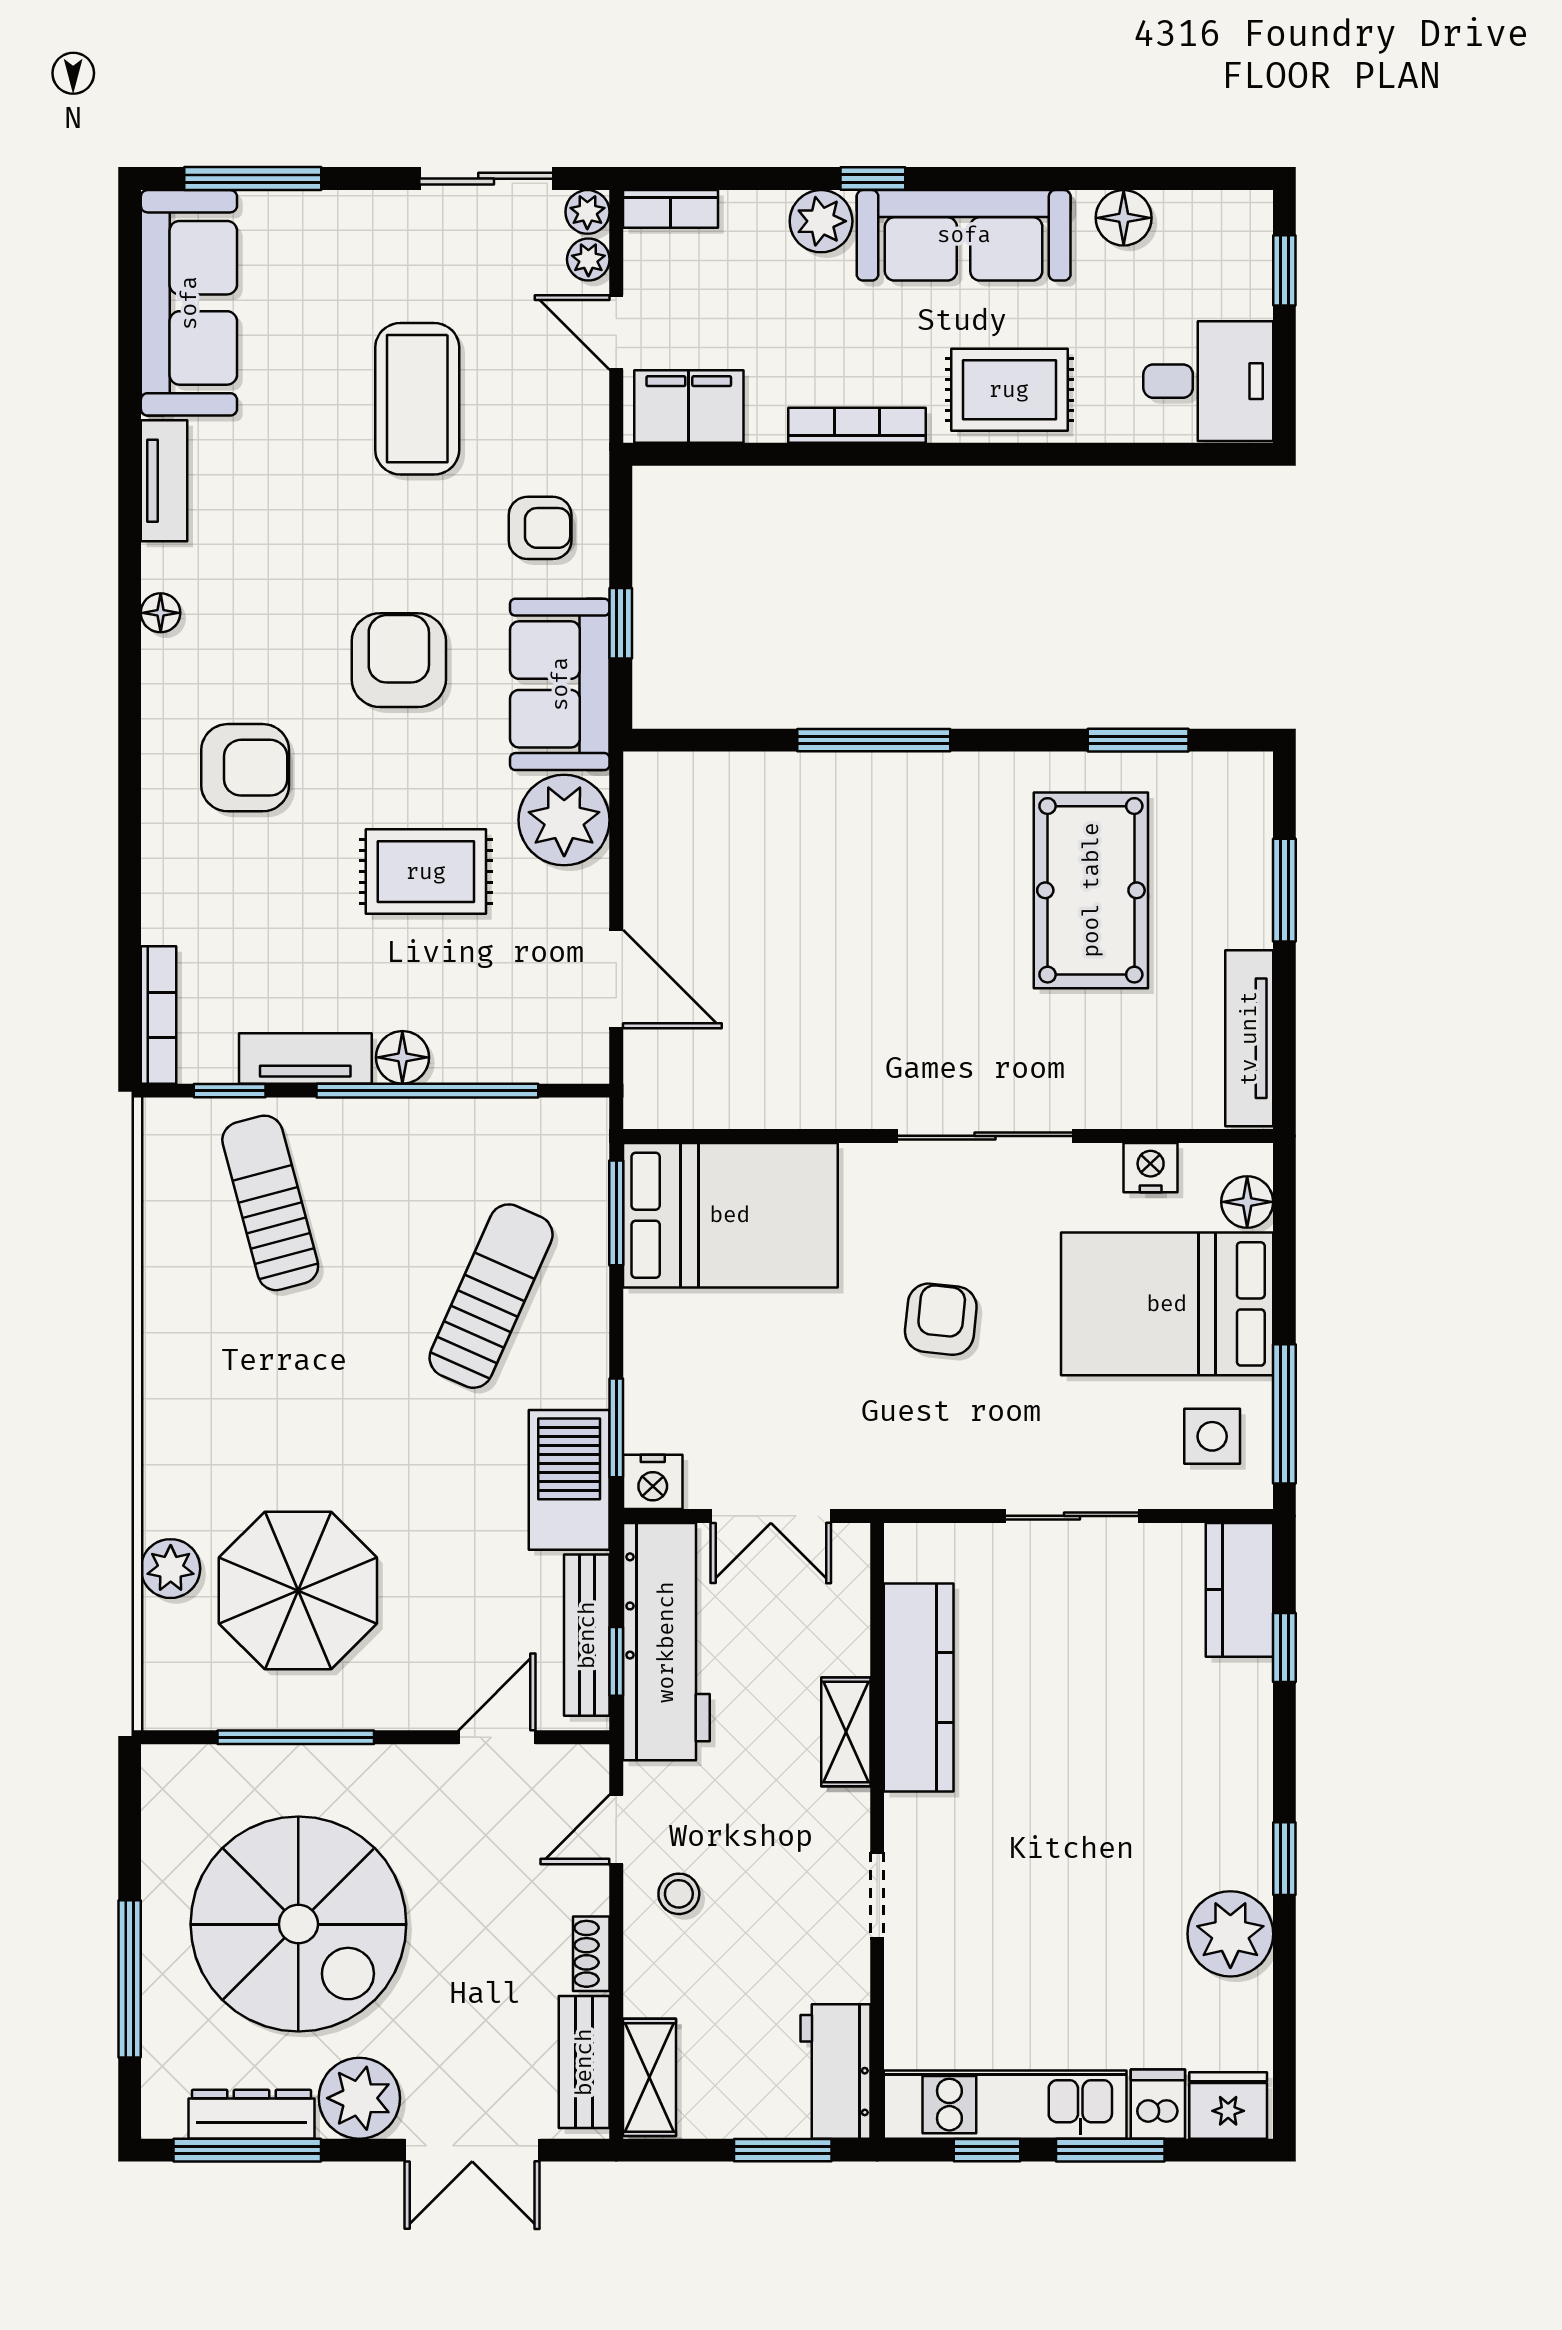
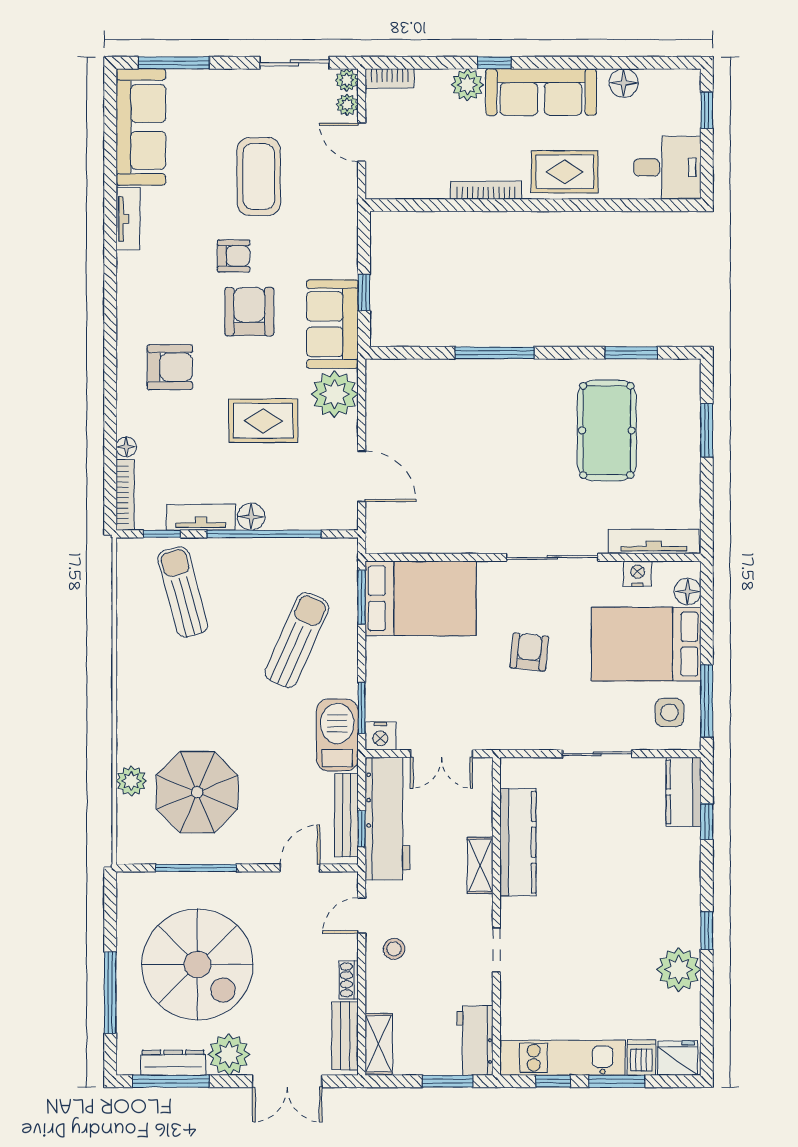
filing cabinet: (689, 407) -> (399, 181), removed
armchair: (540, 528) -> (233, 256), moved
floor lamp: (161, 613) -> (126, 447), moved
tv unit: (1249, 1038) -> (654, 542), moved, turned 90

